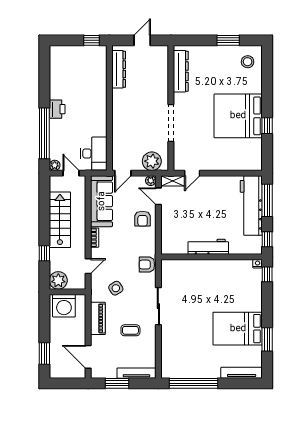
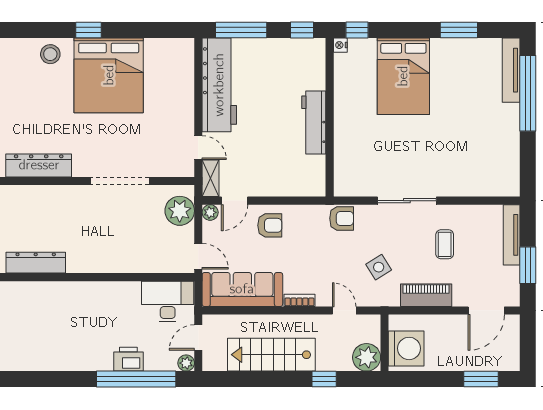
stool: (248, 62) -> (50, 54), moved
printer: (57, 109) -> (128, 359), moved
window: (267, 126) -> (89, 30), moved
workbench: (251, 206) -> (219, 85), moved, turned -90
armchair: (147, 265) -> (342, 218), turned -90
bed: (238, 329) -> (403, 76), moved
window: (193, 383) -> (528, 93), moved

